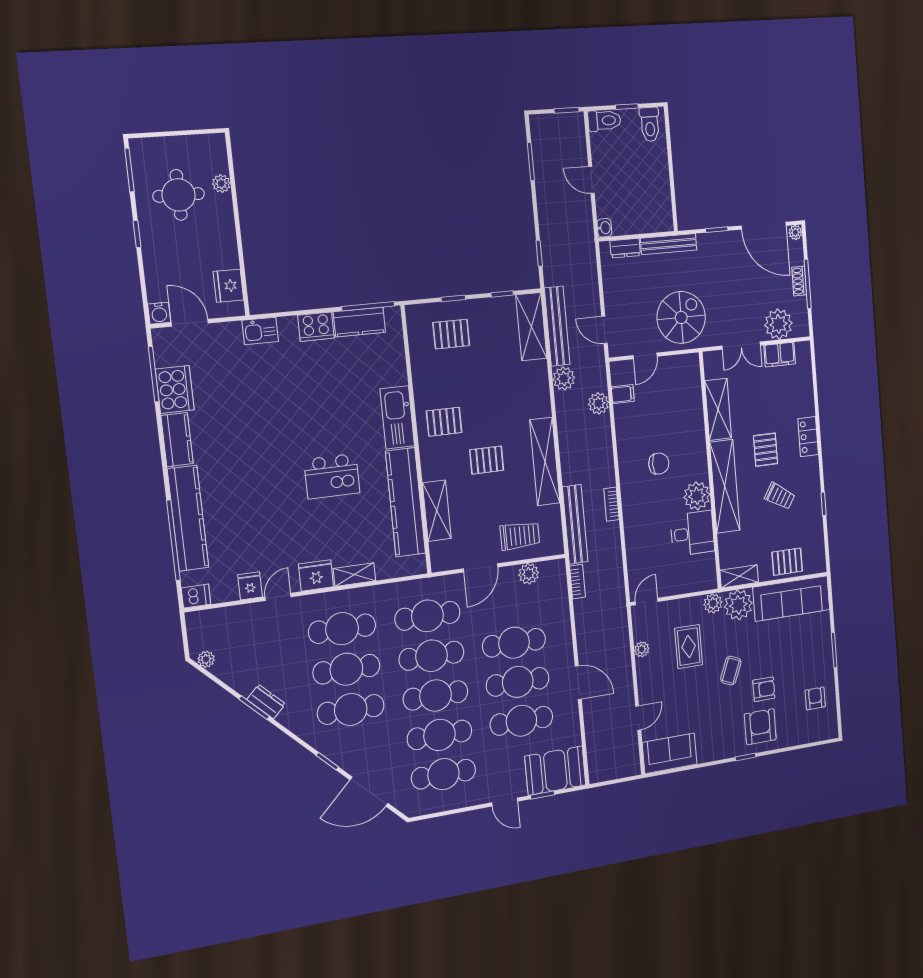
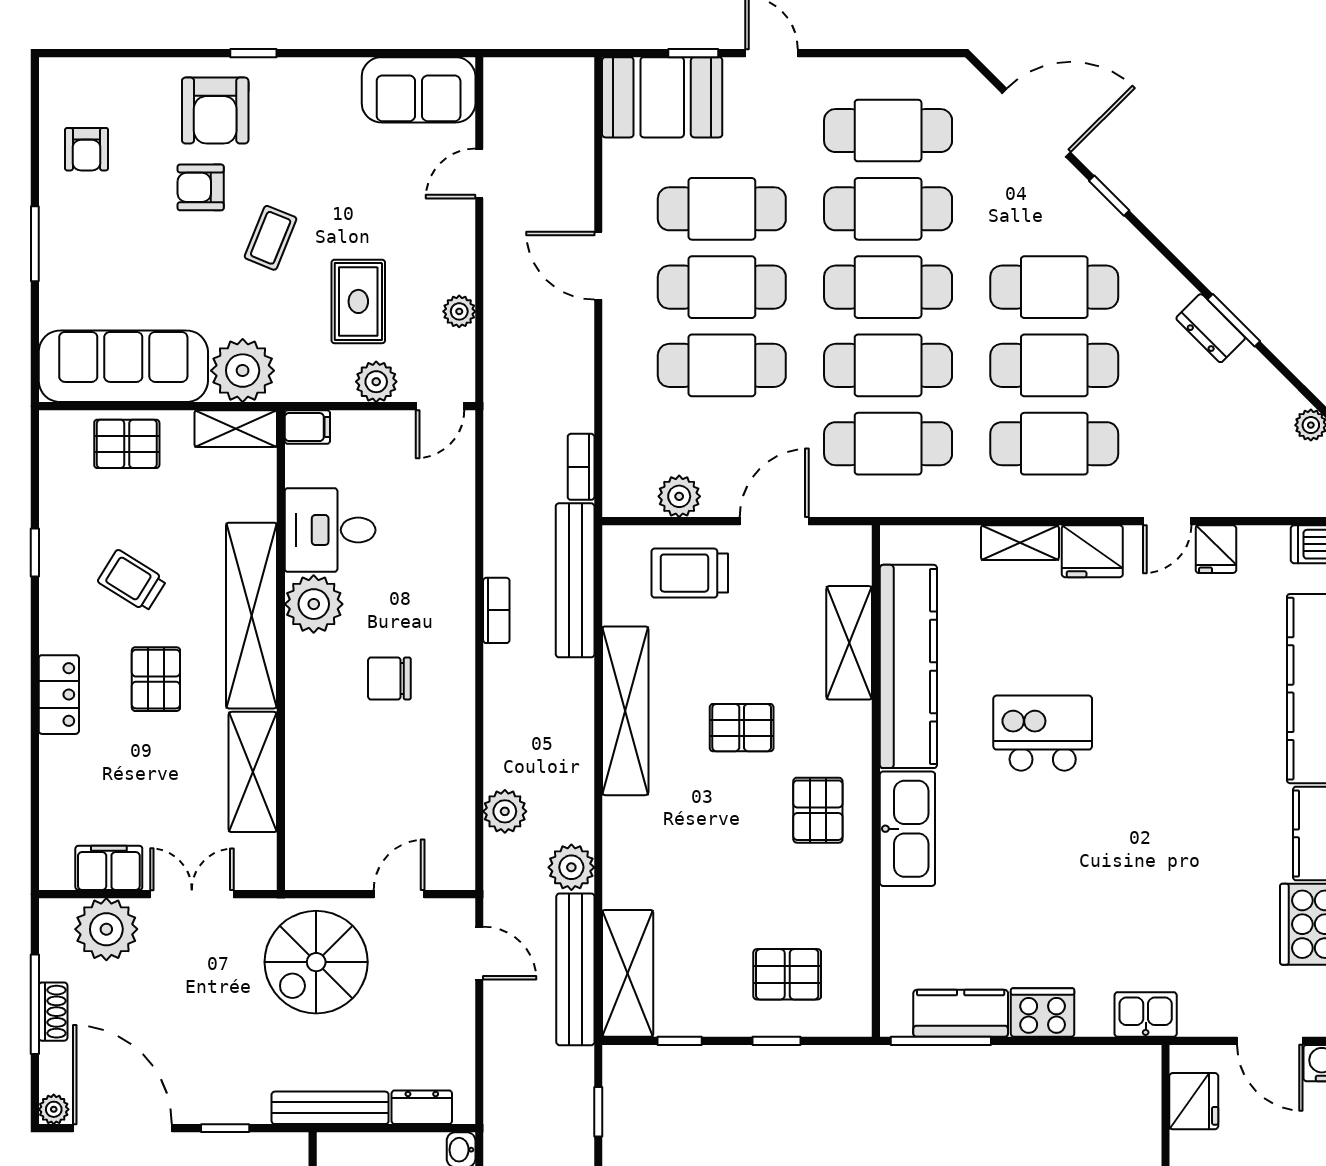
filing cabinet: (623, 394) -> (307, 427), moved, turned 180
pallet: (444, 422) -> (818, 810), turned 90
plant: (713, 603) -> (376, 382), moved

